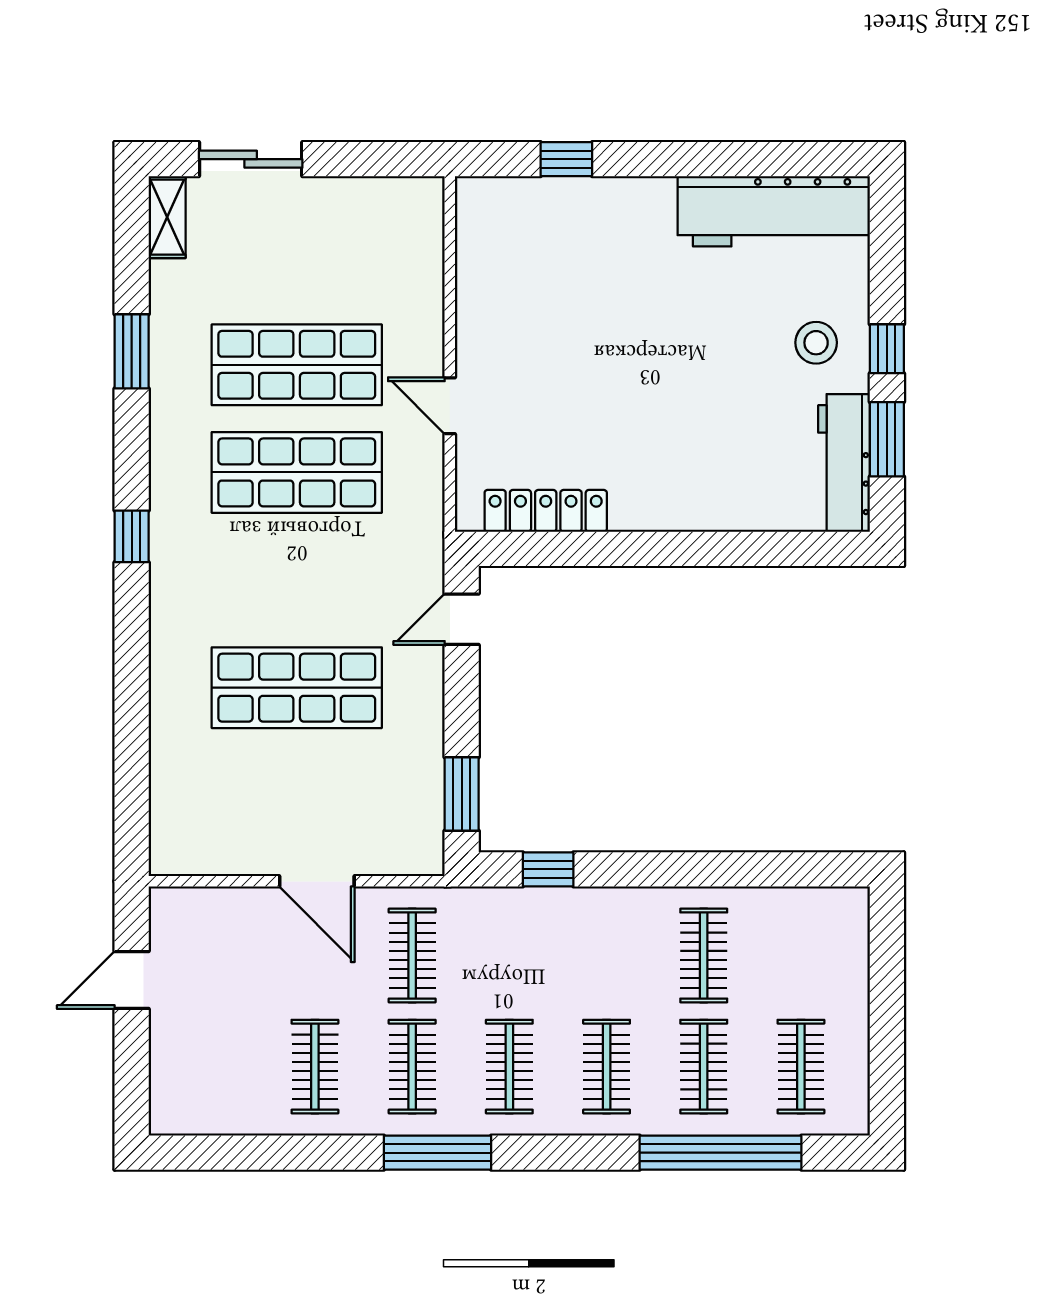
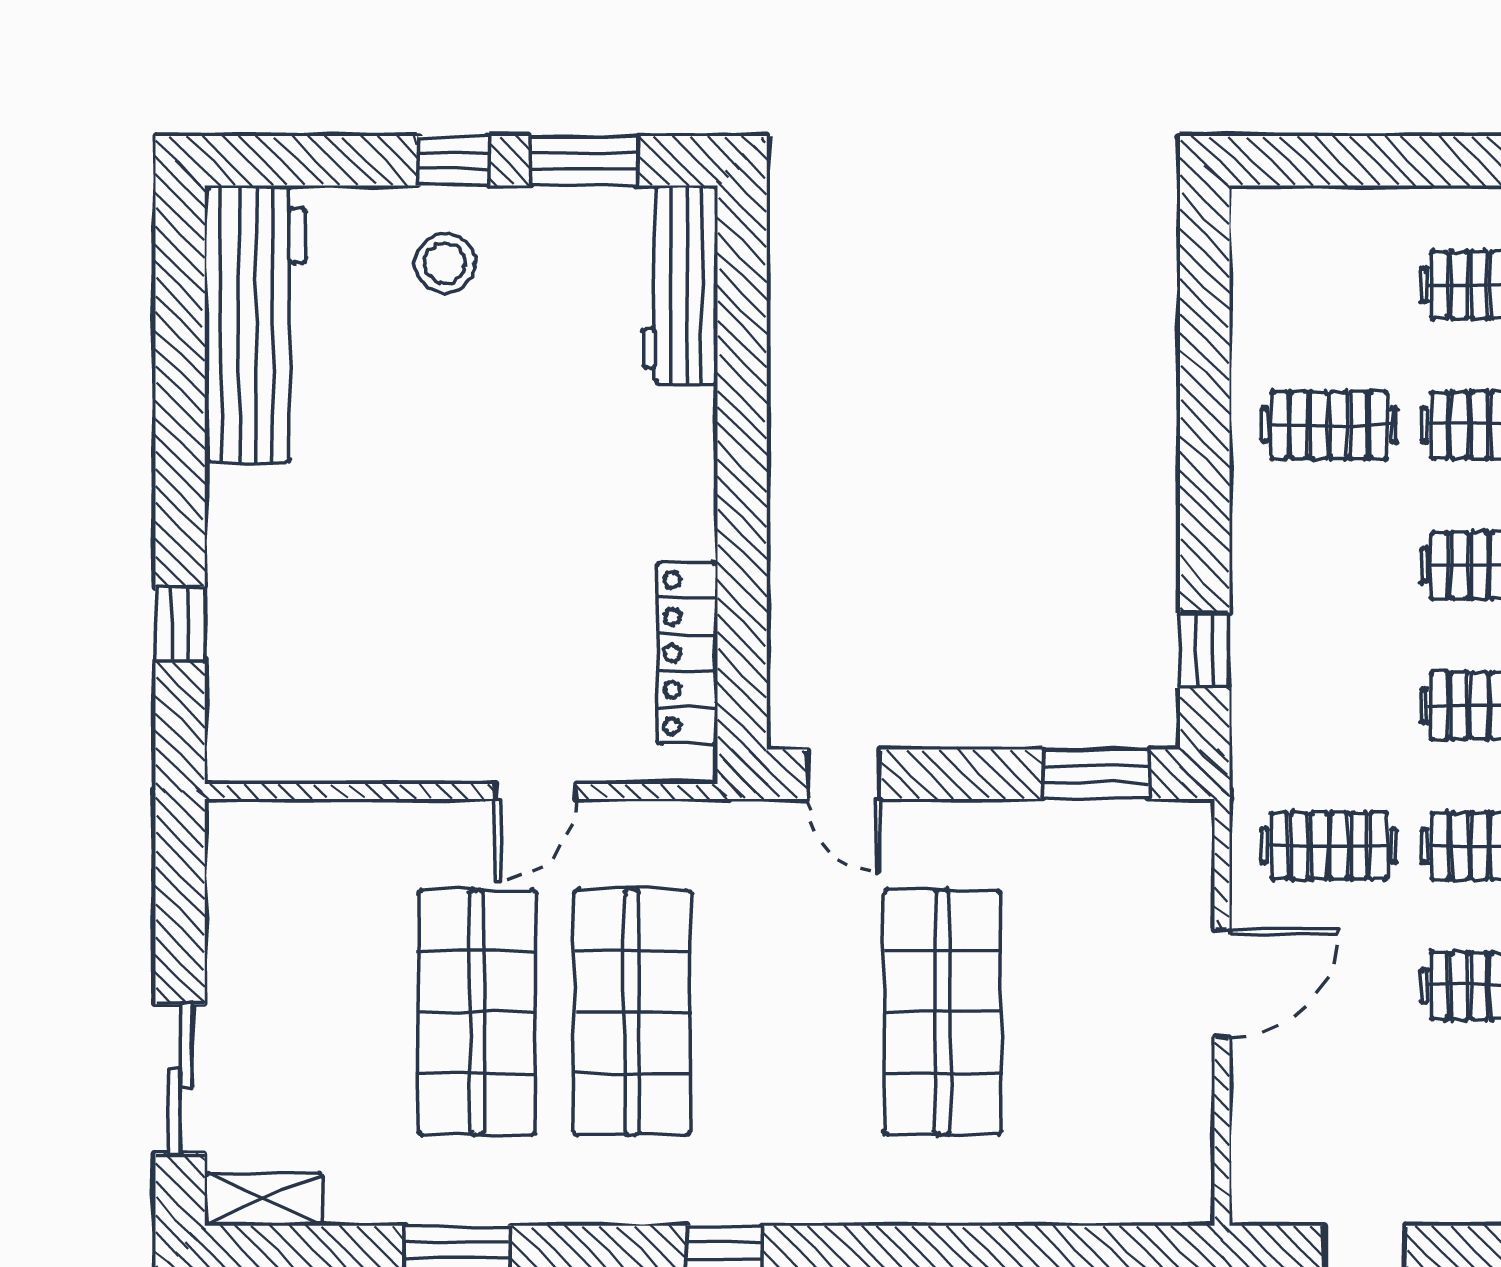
workbench: (844, 463) -> (680, 285), moved, turned 90

